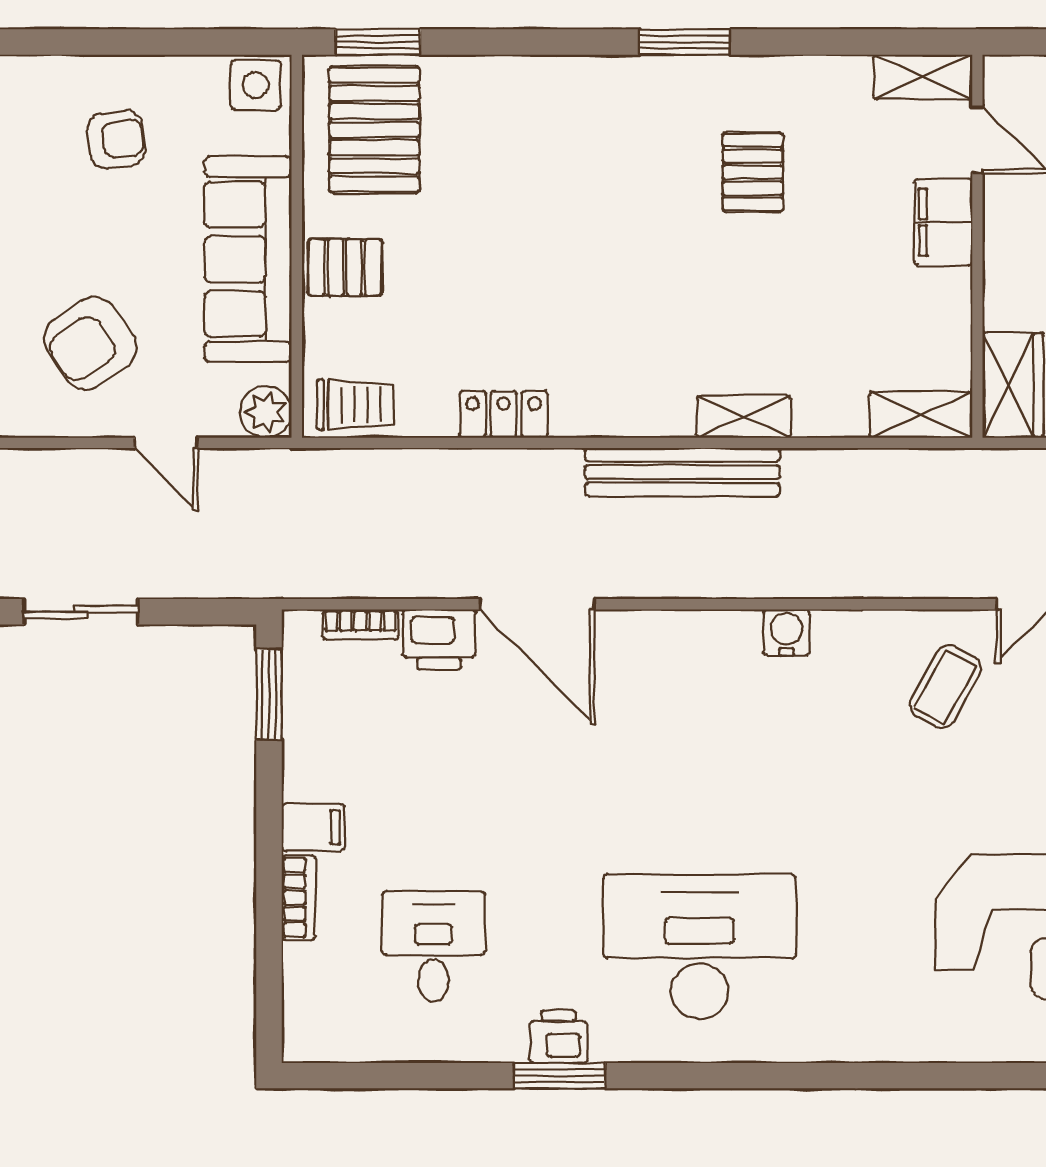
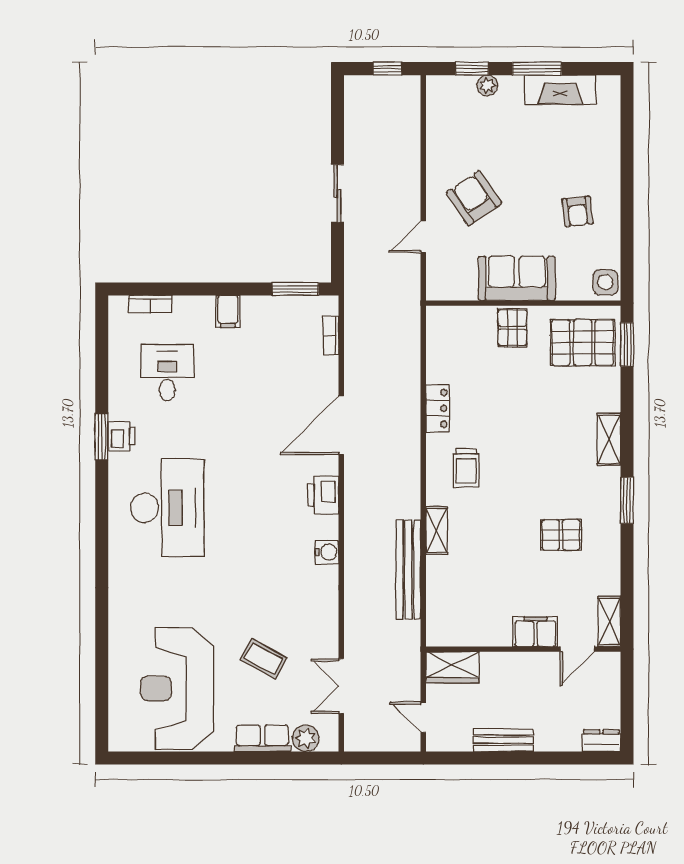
sofa: (248, 259) -> (517, 278), width x0.73
trolley: (356, 405) -> (466, 468), moved
plant: (266, 412) -> (439, 287), removed
shelving: (921, 415) -> (609, 439), moved
bench: (682, 472) -> (408, 569), moved
printer: (439, 639) -> (323, 495), moved
coffee table: (945, 687) -> (264, 659), moved
bookcase: (299, 898) -> (150, 304), moved
desk: (433, 947) -> (167, 373), turned -90

